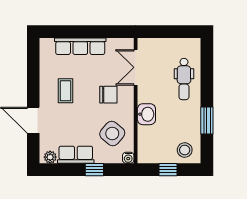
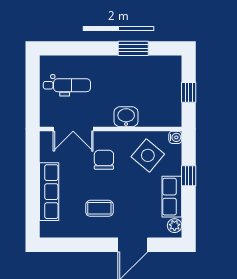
dental chair: (184, 79) -> (67, 85), moved
stool: (185, 150) -> (167, 73), removed

